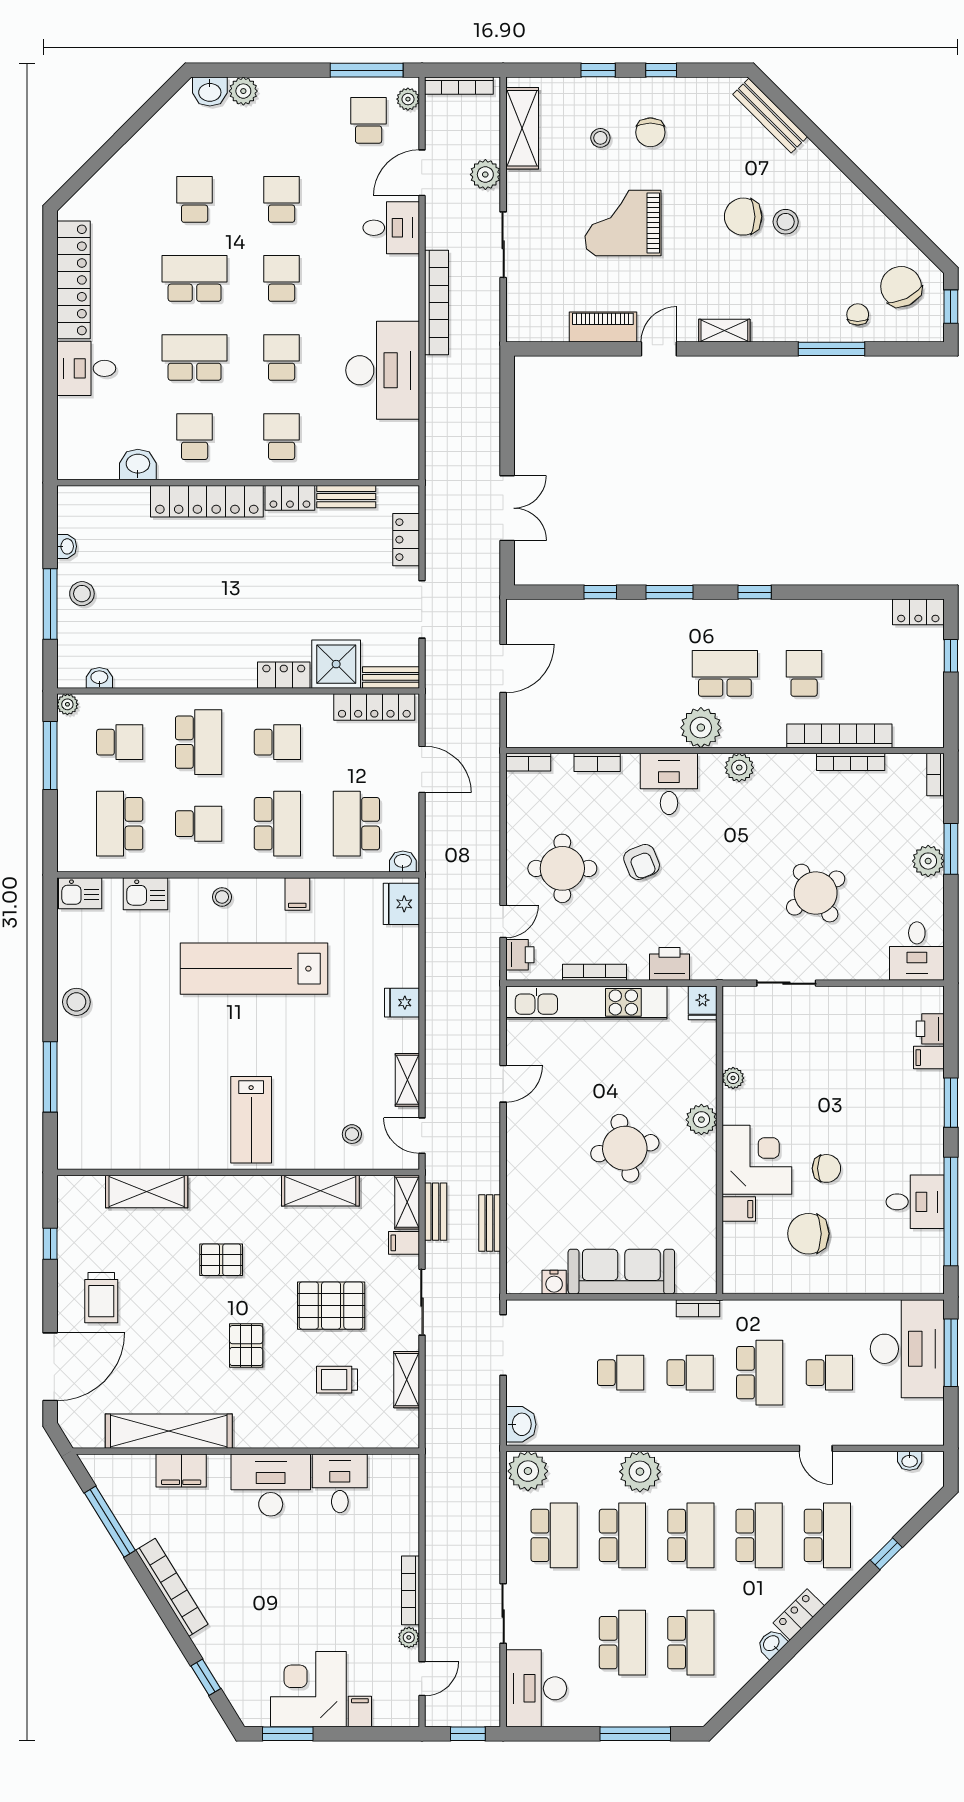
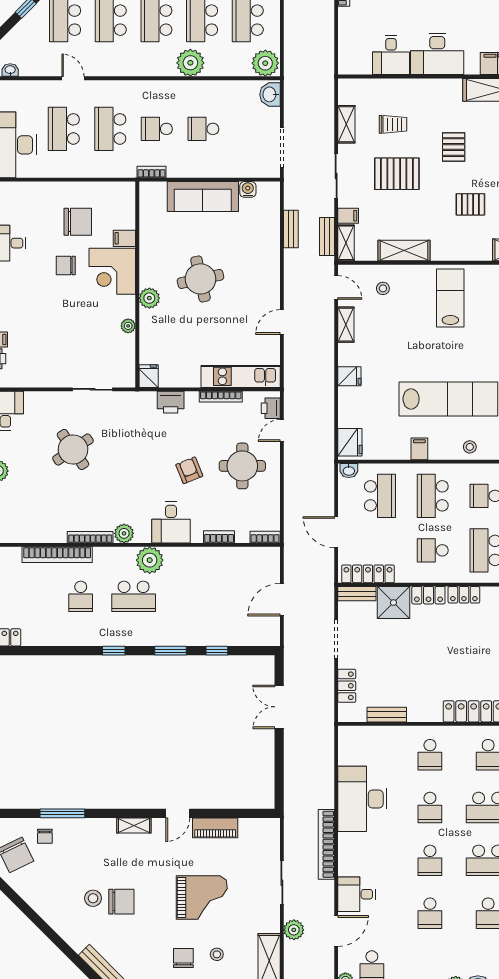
locker: (290, 498) -> (464, 595), moved, turned 180
bookcase: (851, 762) -> (90, 537), moved
kitchen unit: (586, 1002) -> (241, 376), width x0.73
school desk: (829, 1373) -> (64, 129), width x1.85

